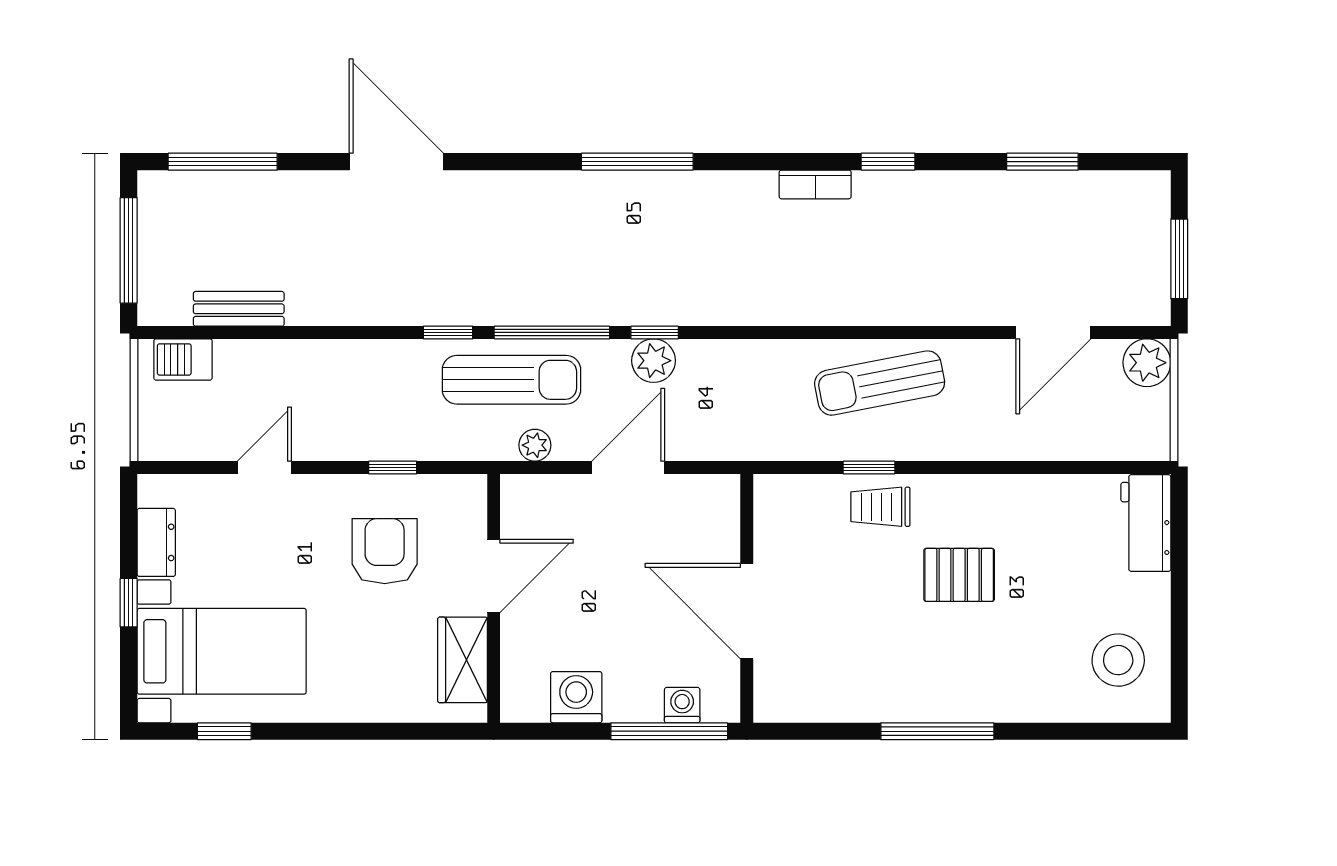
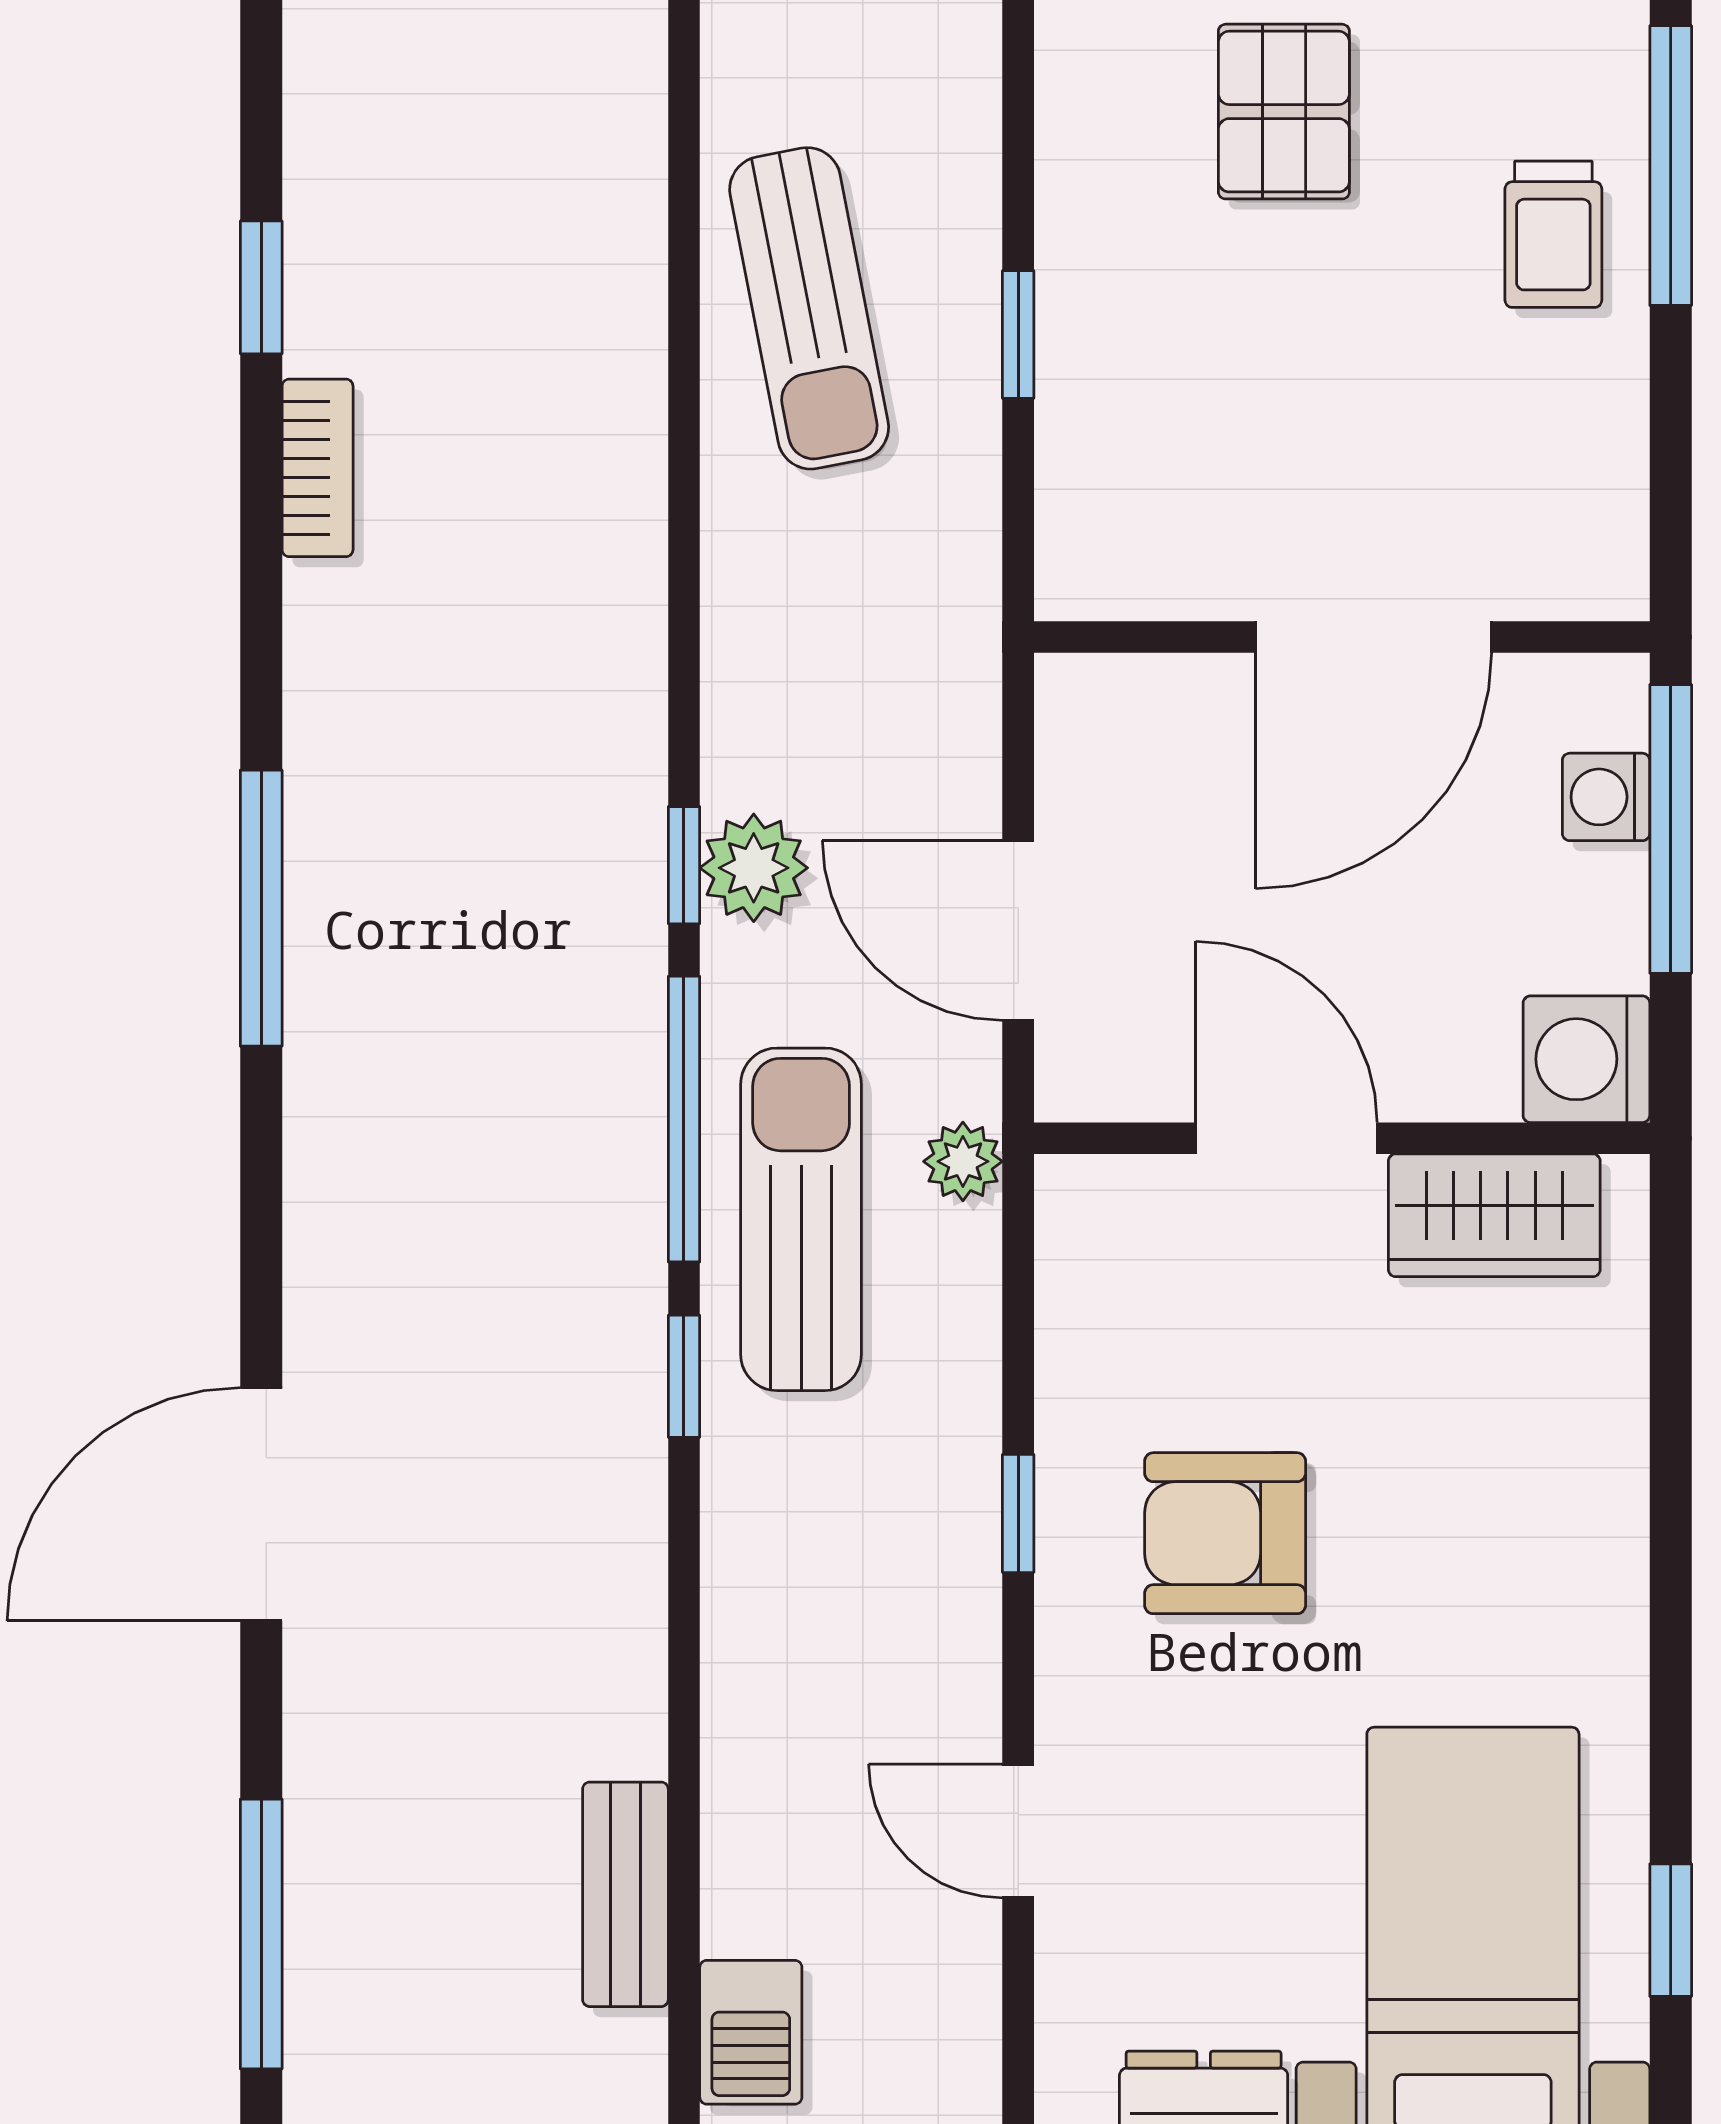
trolley: (880, 507) -> (1553, 234), moved
door: (494, 576) -> (1287, 1138), moved
wall: (494, 598) -> (1342, 1138), moved
wardrobe: (462, 660) -> (1494, 1215), moved

